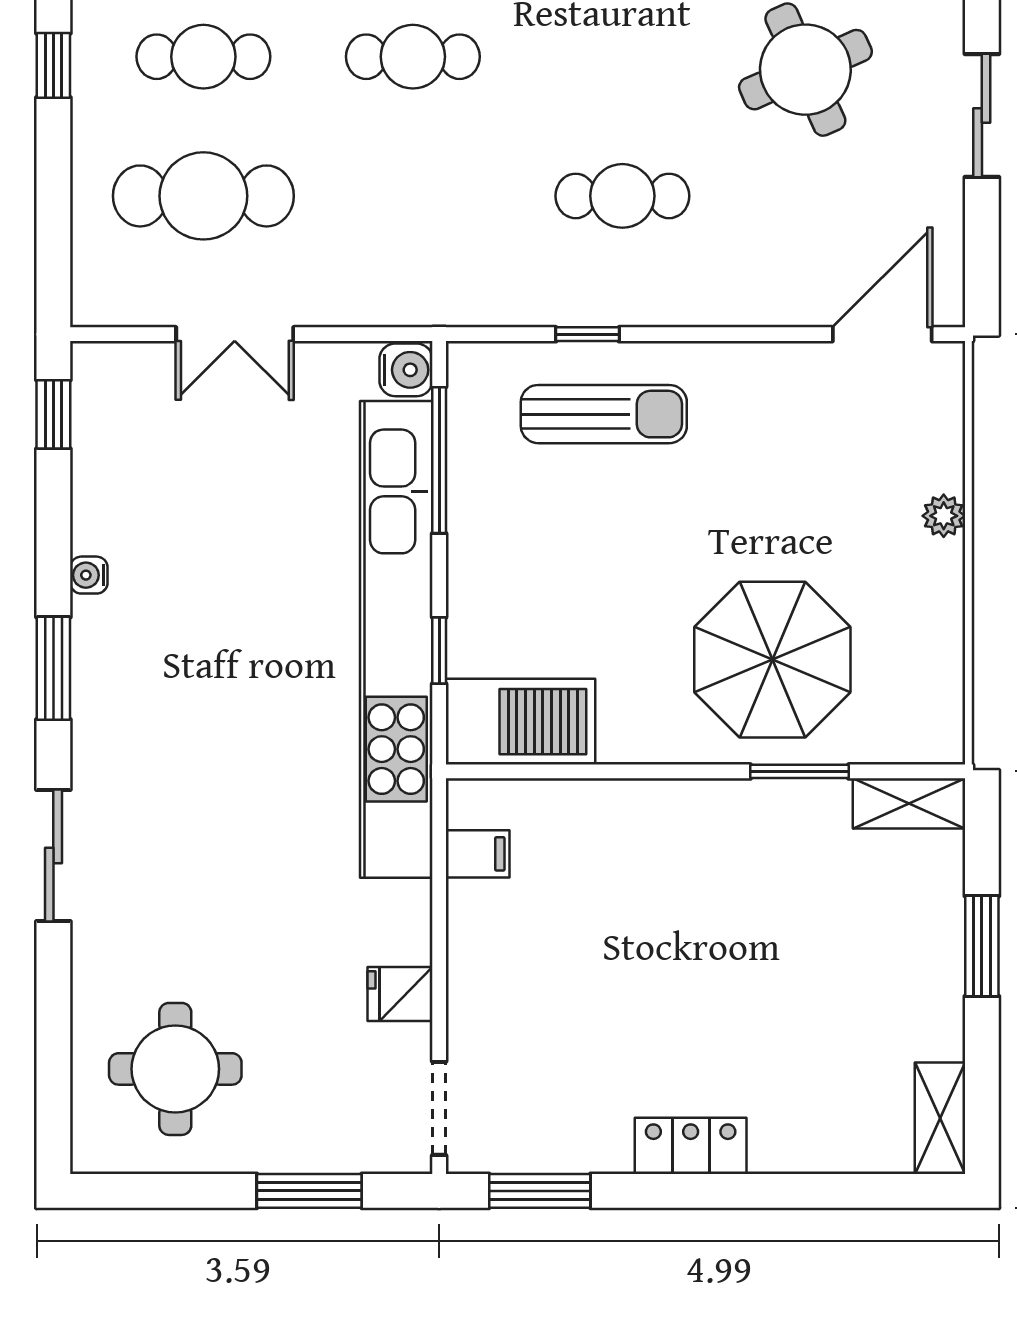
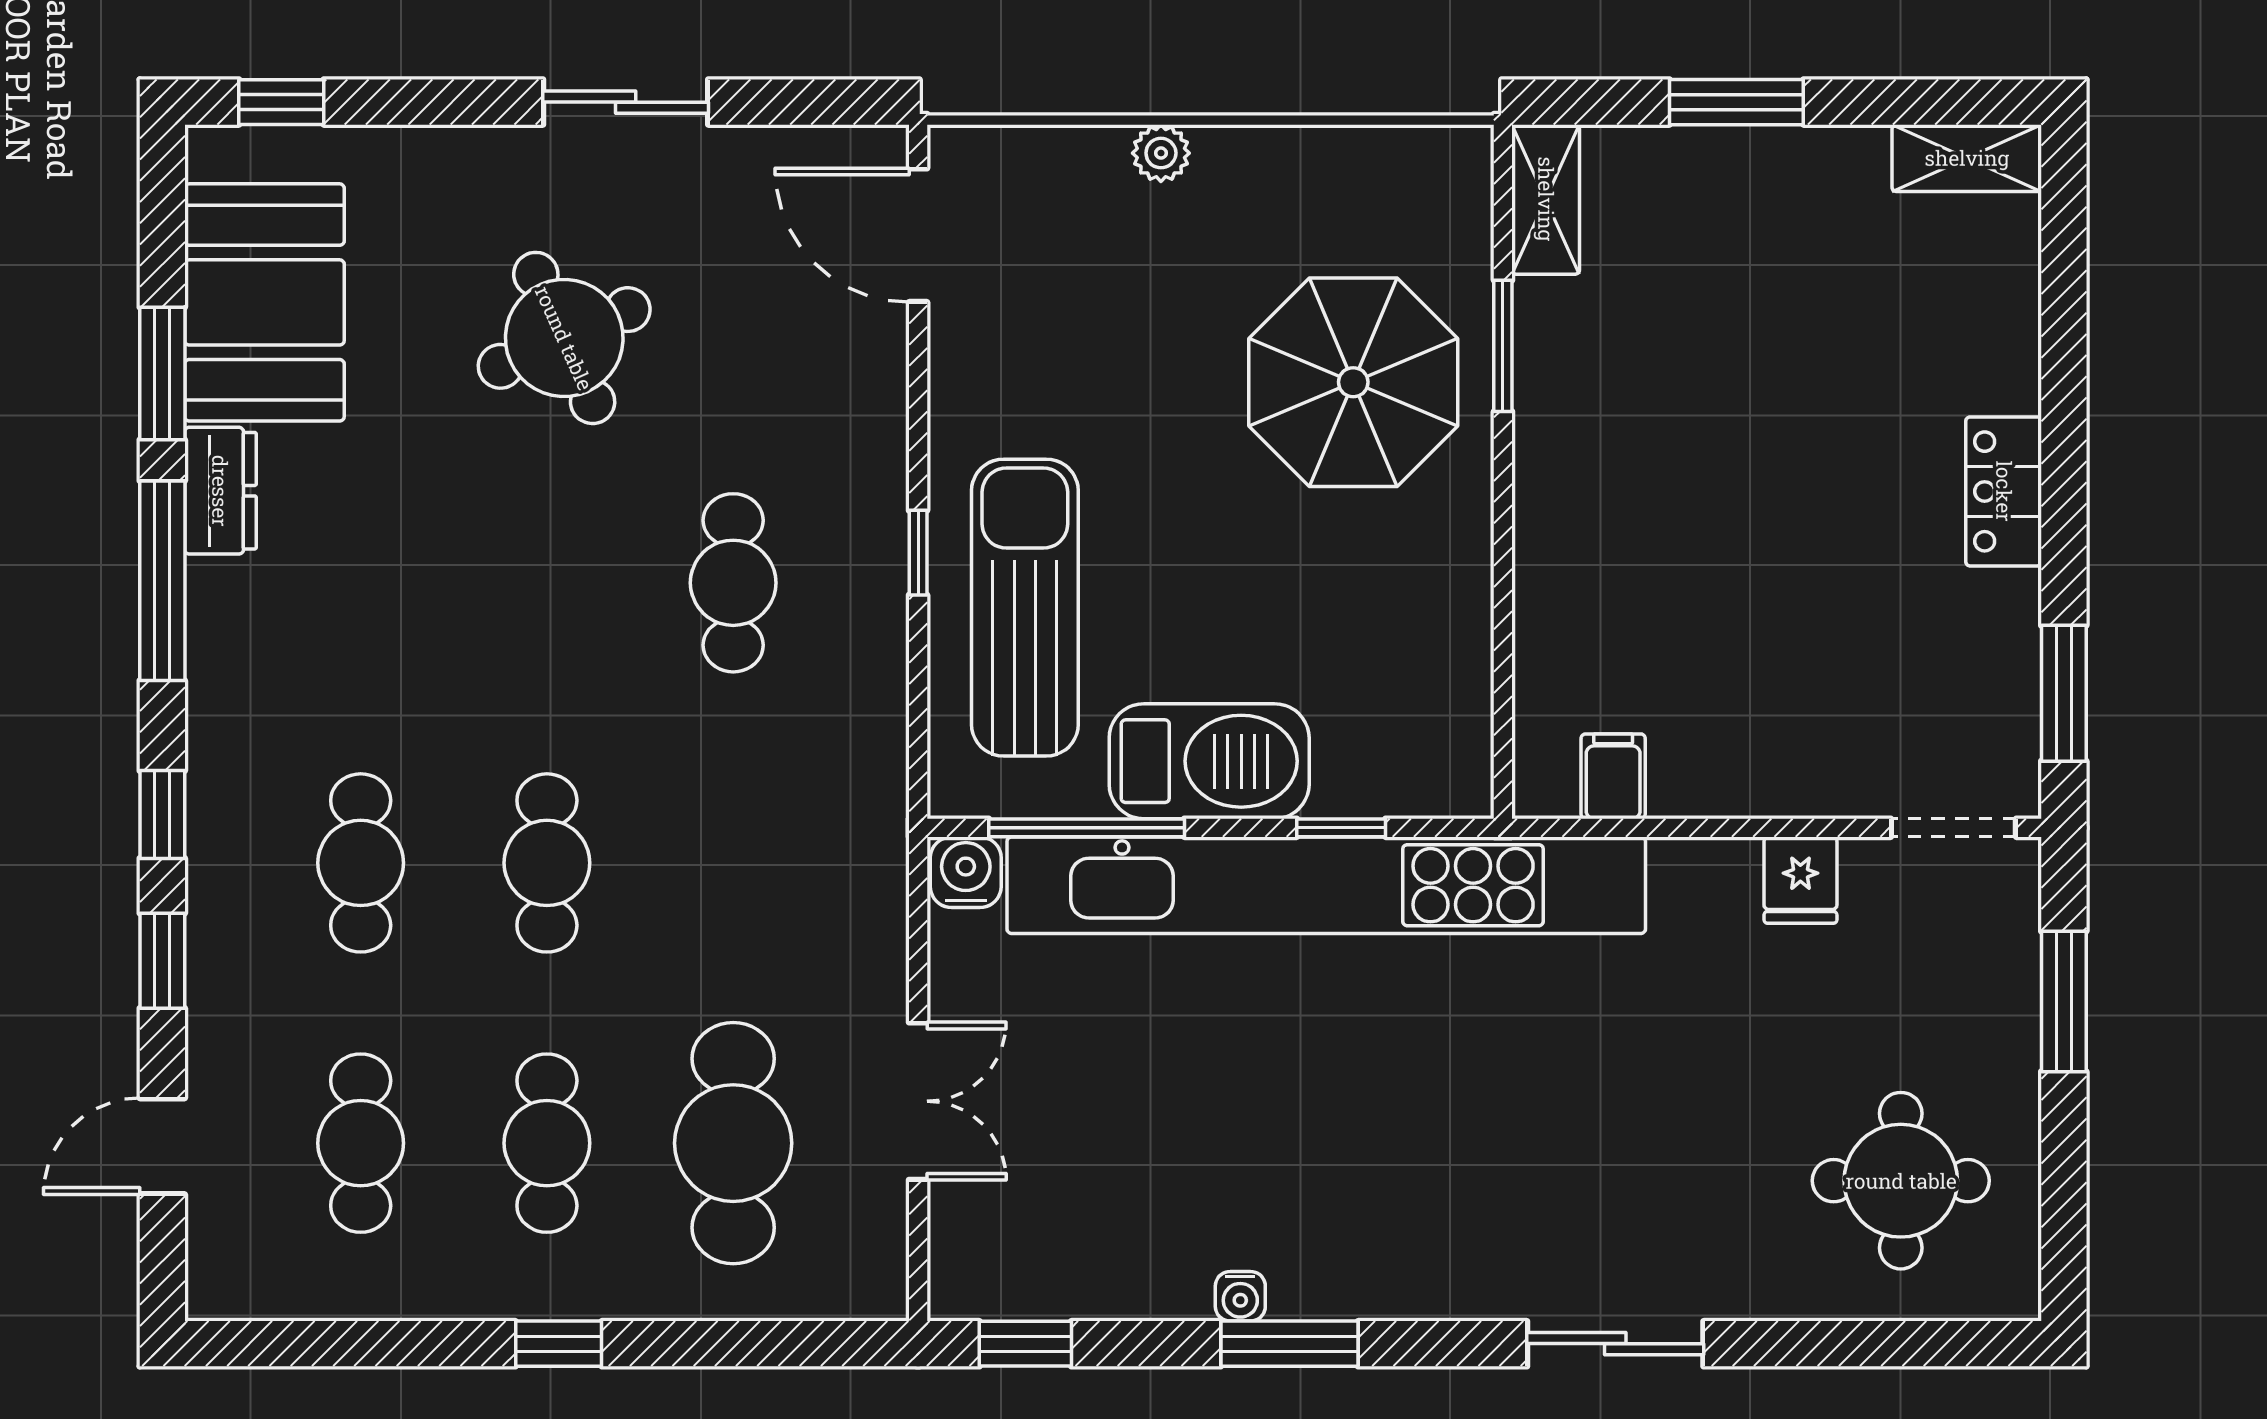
window: (587, 334) -> (918, 553), moved
sun lounger: (604, 414) -> (1025, 608), width x1.36, depth x1.34
window: (53, 668) -> (1289, 1344), moved
barbecue: (521, 722) -> (1209, 761), moved, turned 90

